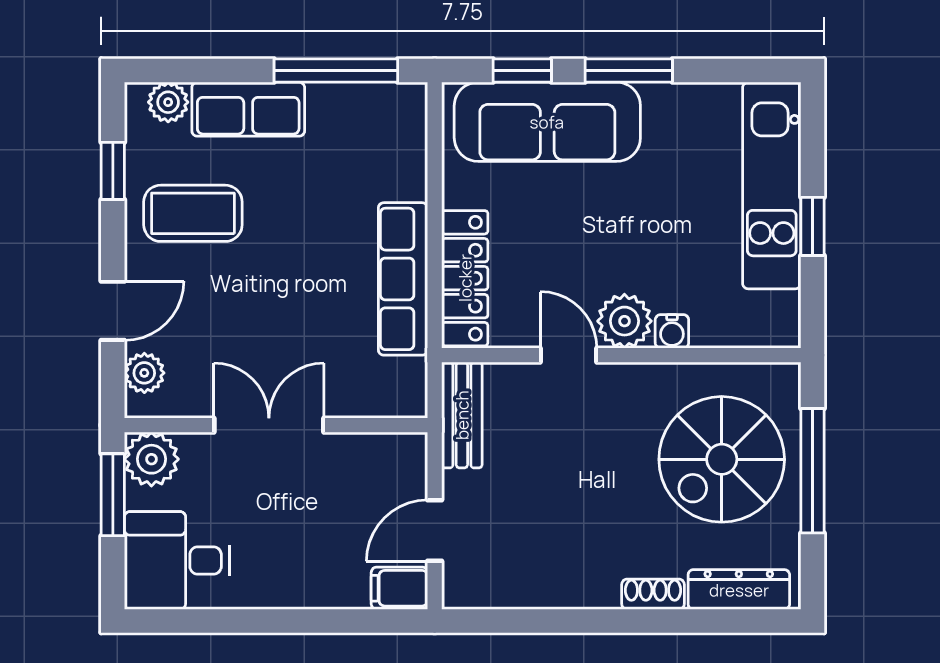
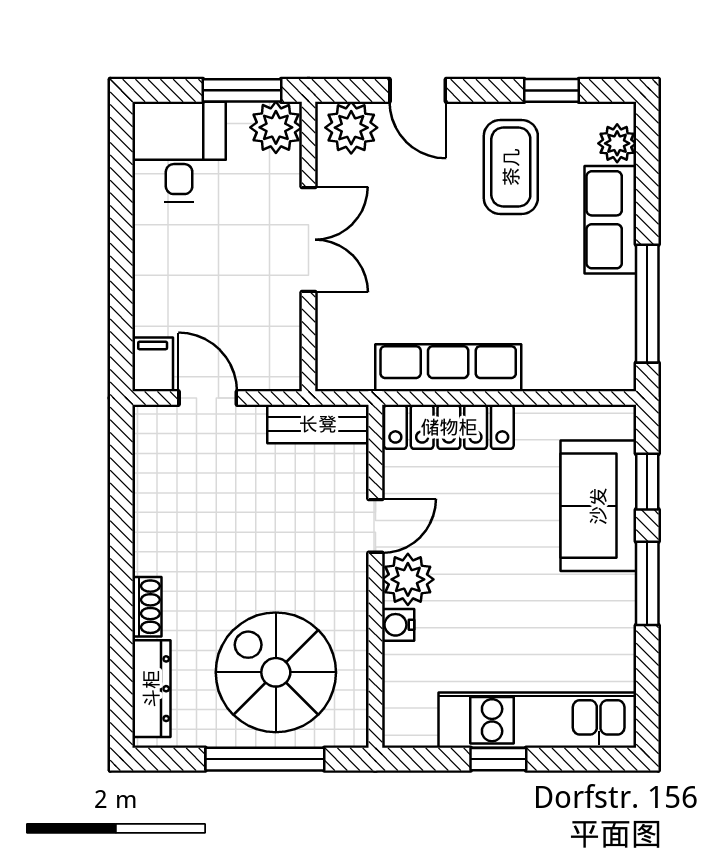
sofa: (547, 122) -> (598, 506), width x0.73
plant: (144, 373) -> (351, 128), width x1.38, depth x1.38

